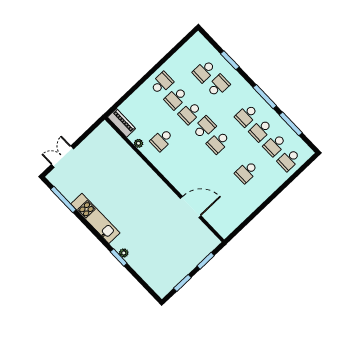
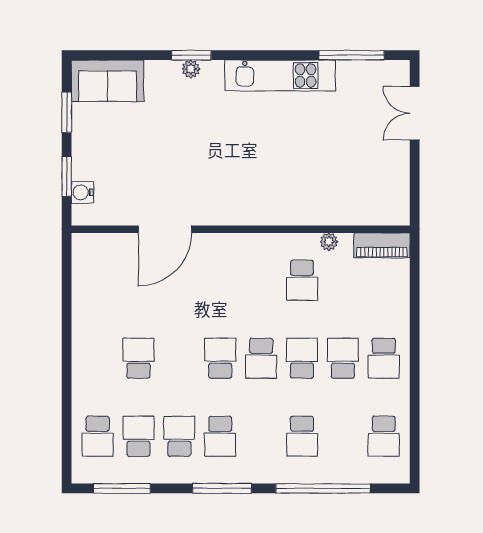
window: (230, 60) -> (323, 488), width x2.11
school desk: (204, 71) -> (384, 436), moved, turned 180
school desk: (247, 115) -> (220, 436), turned 180
window: (291, 124) -> (122, 488), moved
school desk: (162, 140) -> (302, 280), turned 180
double door: (62, 157) -> (415, 113), swing flipped
school desk: (289, 160) -> (98, 436), turned 180
water cooler: (206, 250) -> (82, 192), added
sofa: (157, 279) -> (108, 81), added

